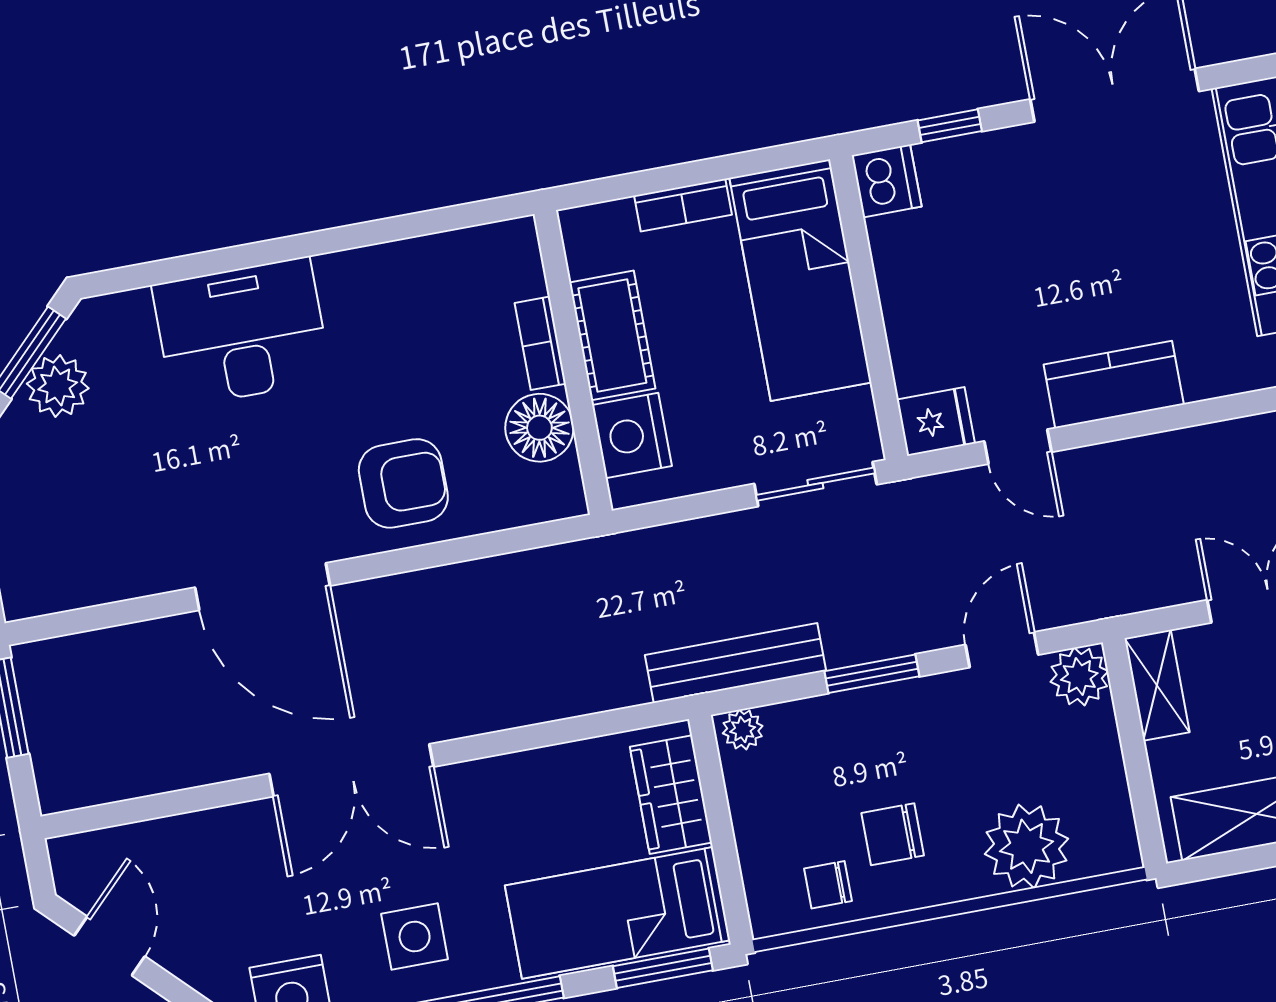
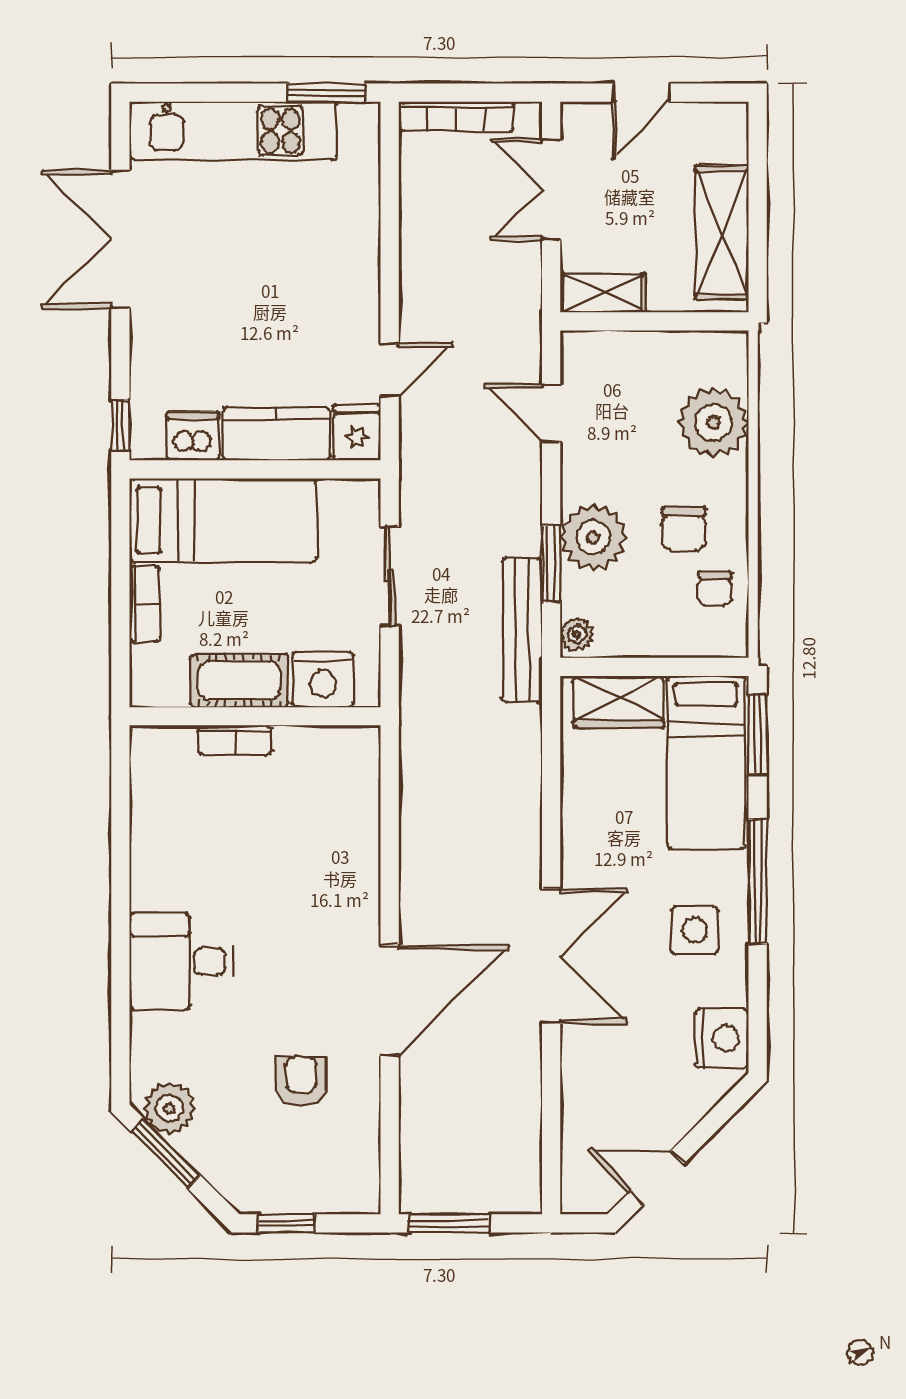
window: (950, 126) -> (120, 425), moved
dishwasher: (887, 181) -> (193, 436), moved
desk: (242, 333) -> (181, 961), width x0.73
kitchen counter: (1114, 385) -> (276, 434), moved, turned 90
plant: (58, 386) -> (169, 1108), moved
floor lamp: (539, 428) -> (303, 753), removed
armchair: (403, 483) -> (301, 1082), moved, width x0.72, depth x0.72
sliding door: (815, 484) -> (390, 576), moved
window: (872, 674) -> (551, 563), moved
plant: (1079, 676) -> (593, 538), moved, width x1.36, depth x1.36

